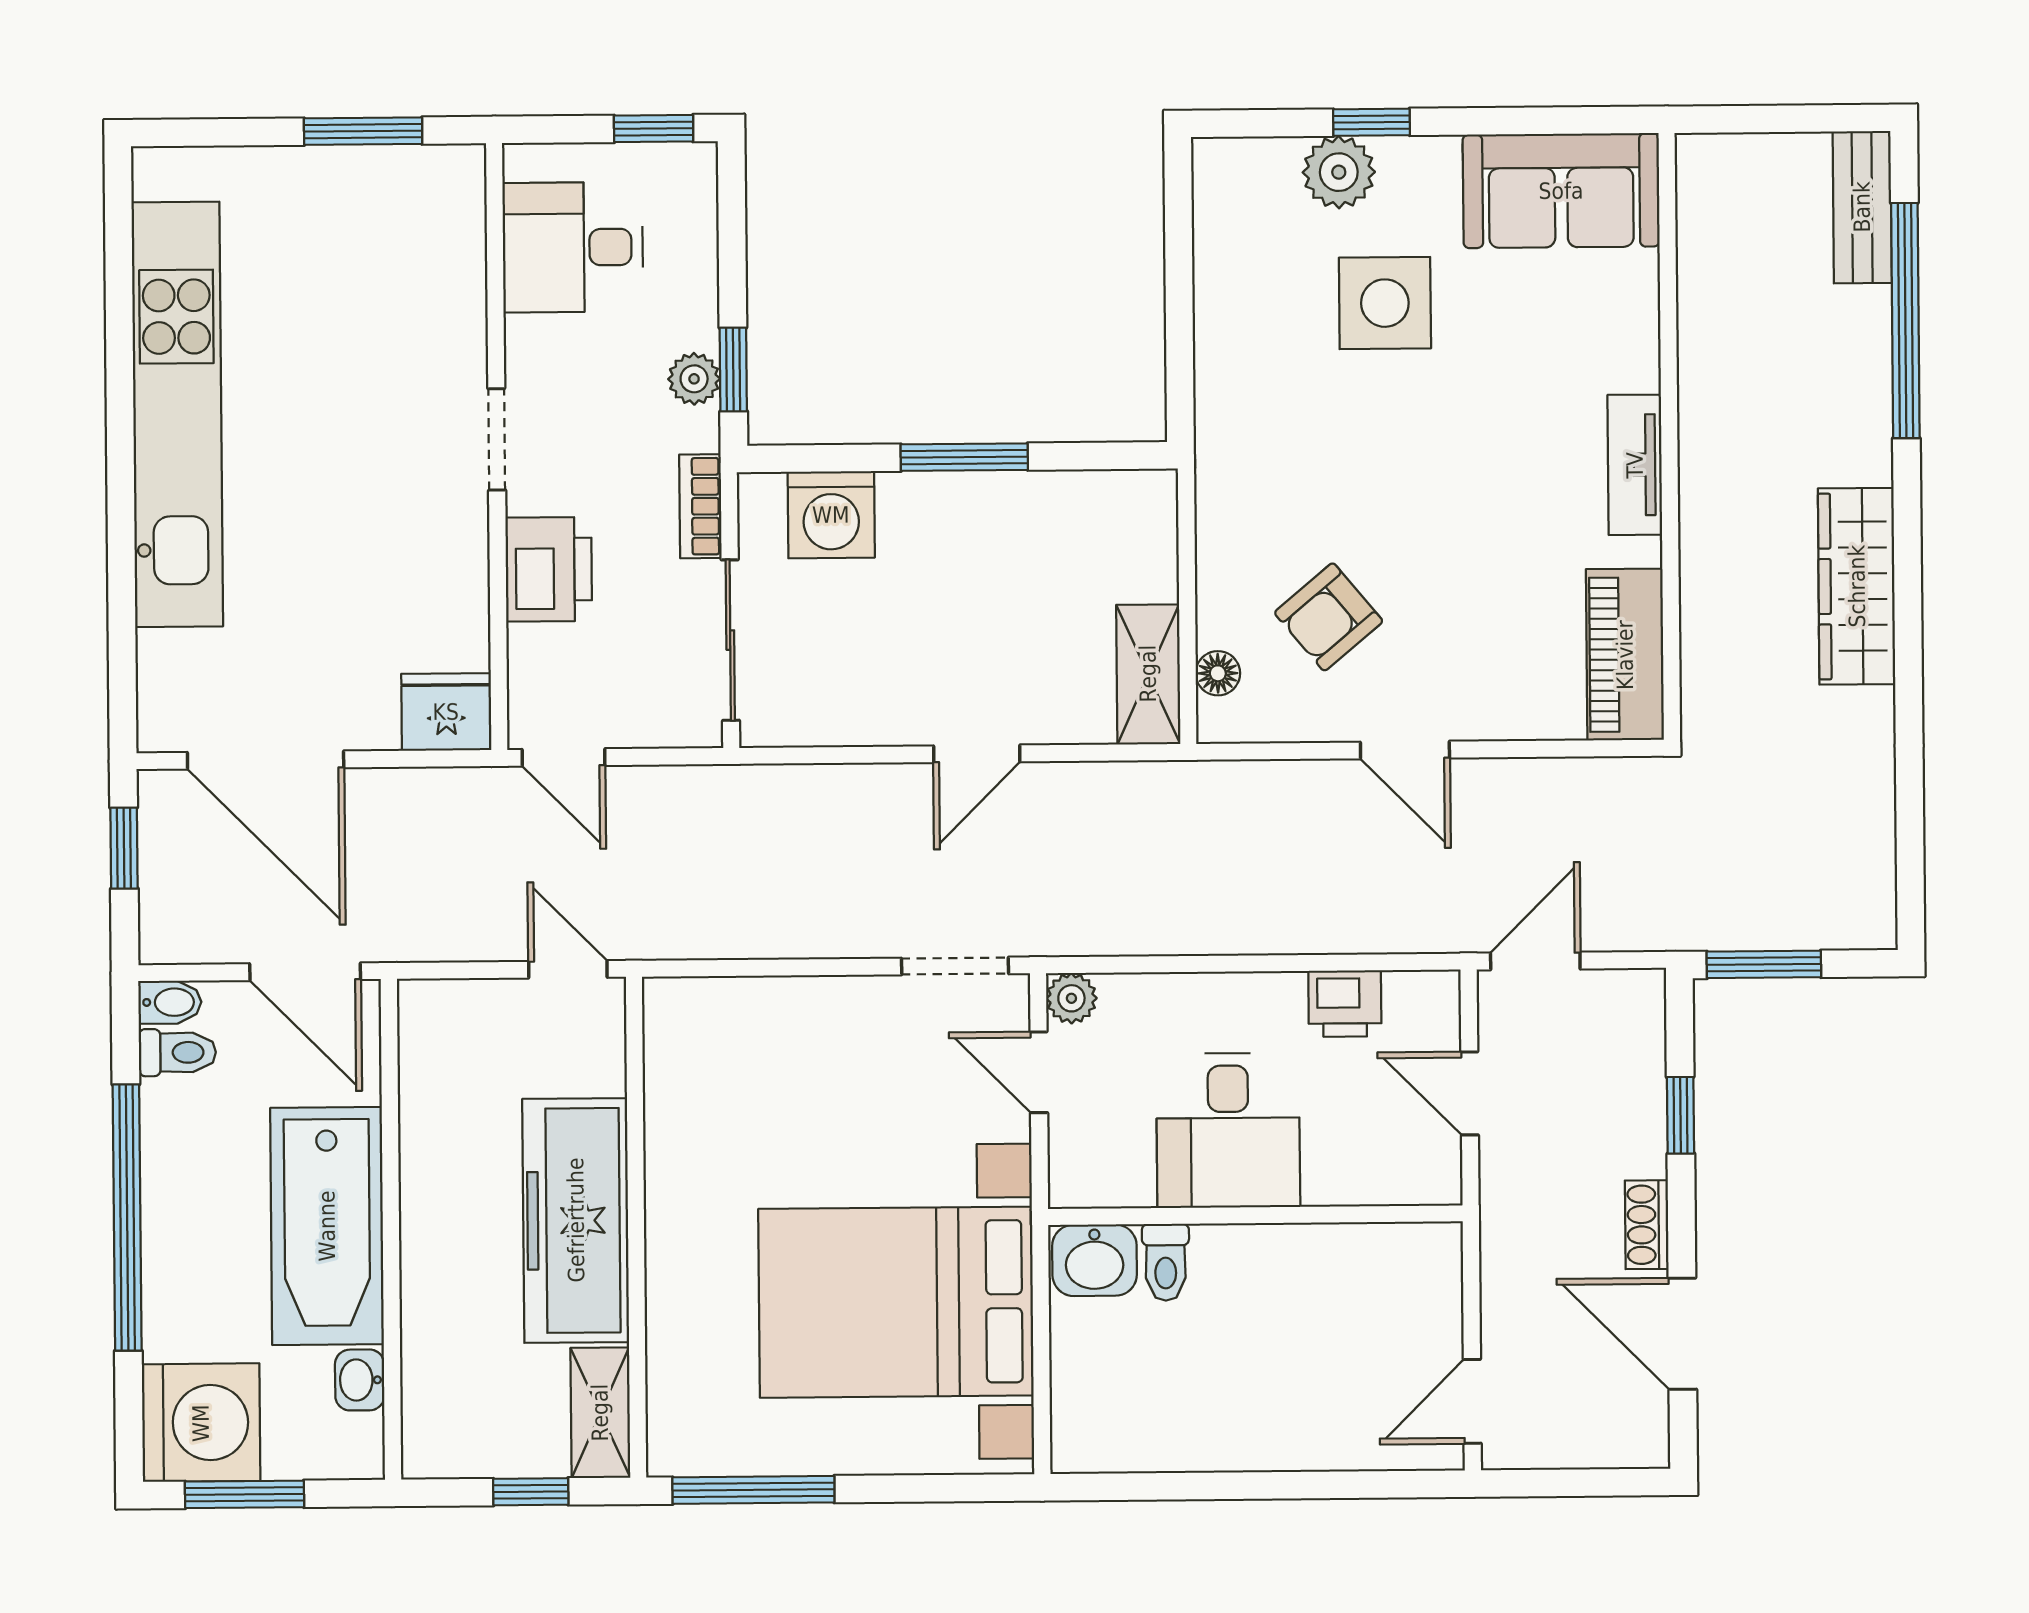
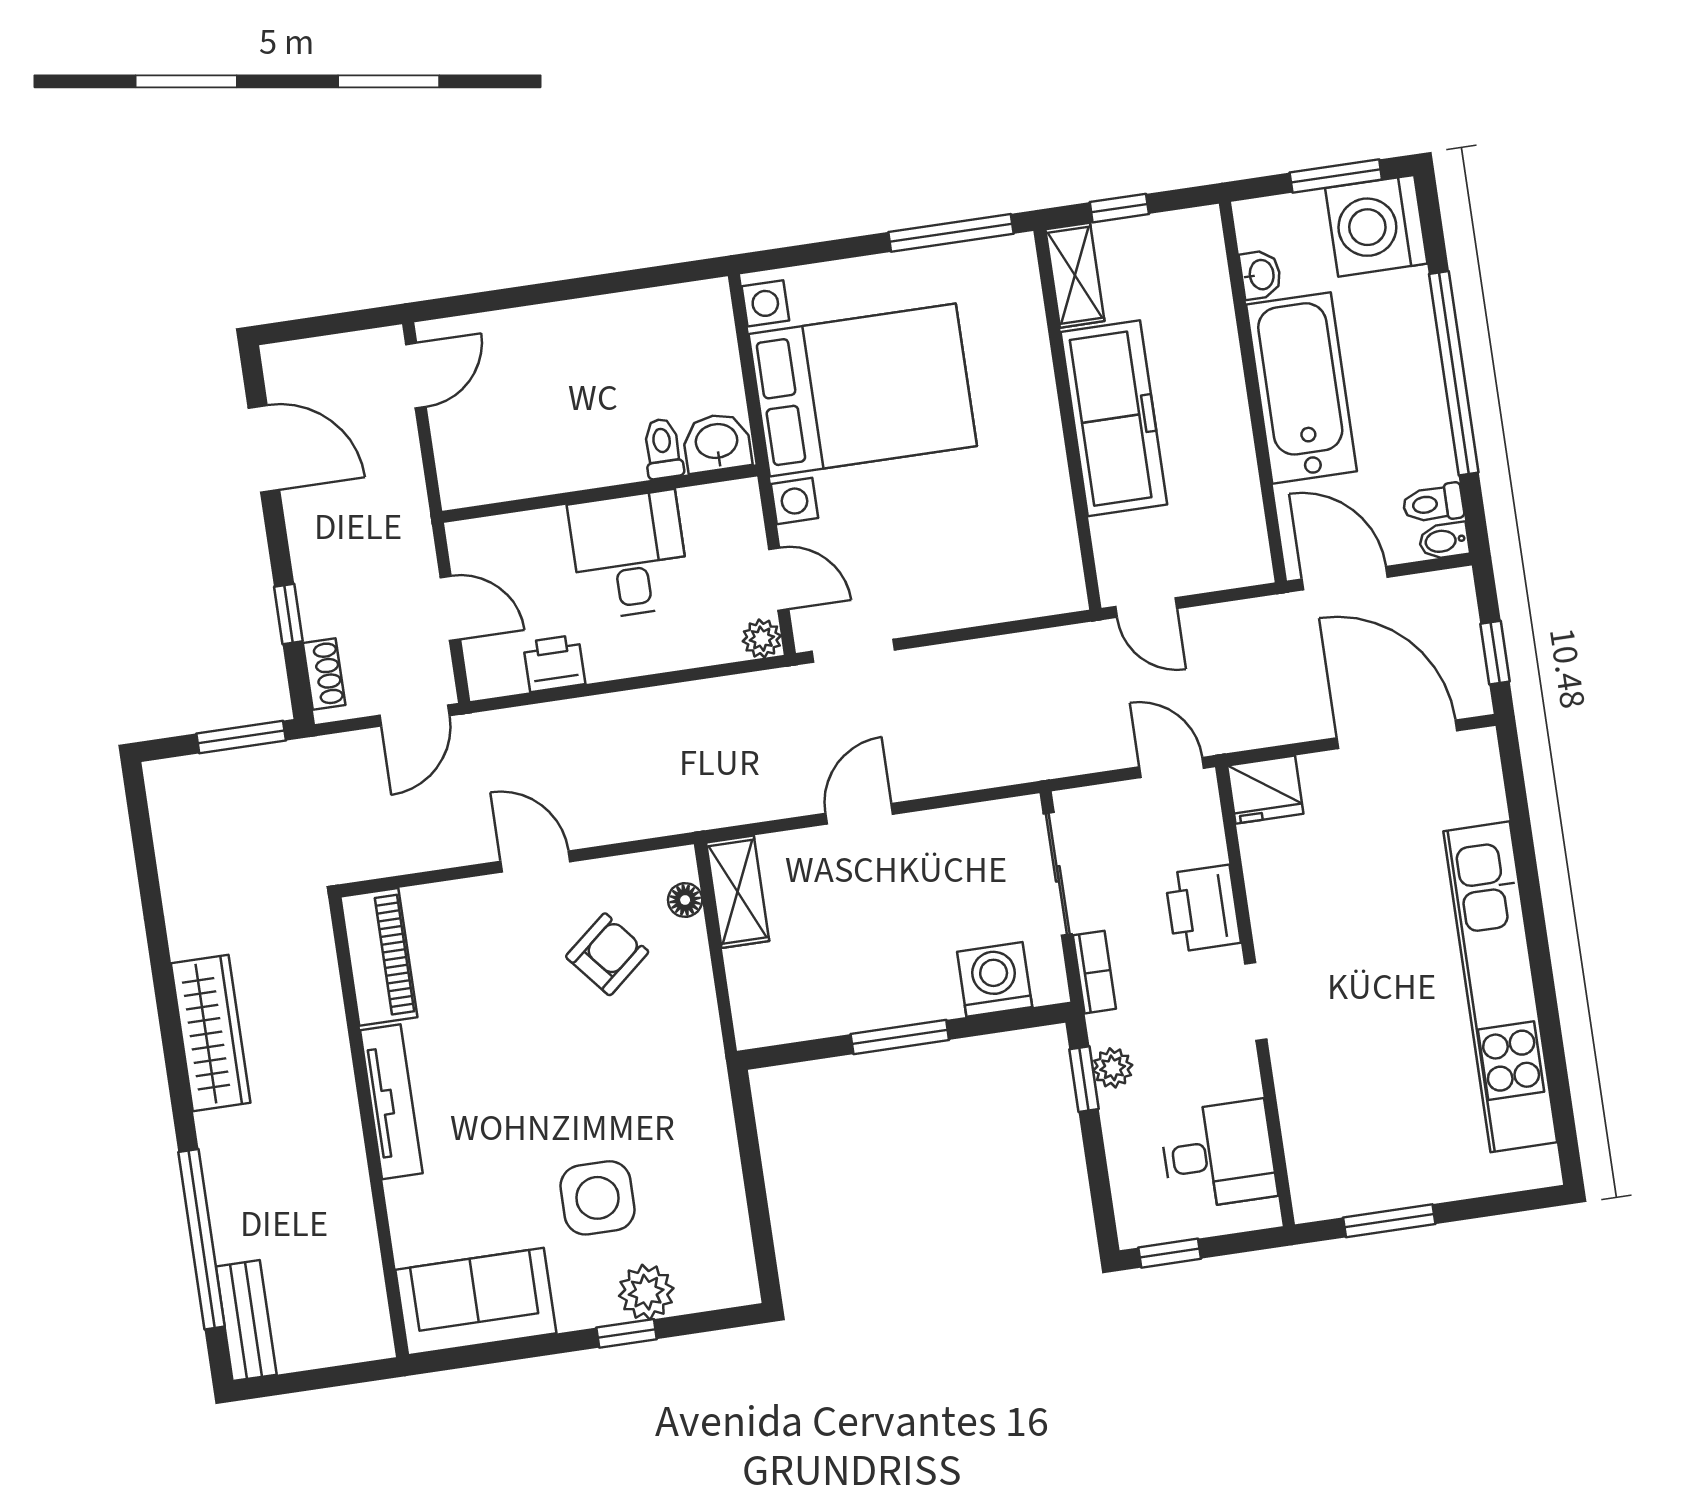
tv unit: (1635, 465) -> (391, 1102), width x1.41
shoe rack: (1647, 1225) -> (324, 674), moved

